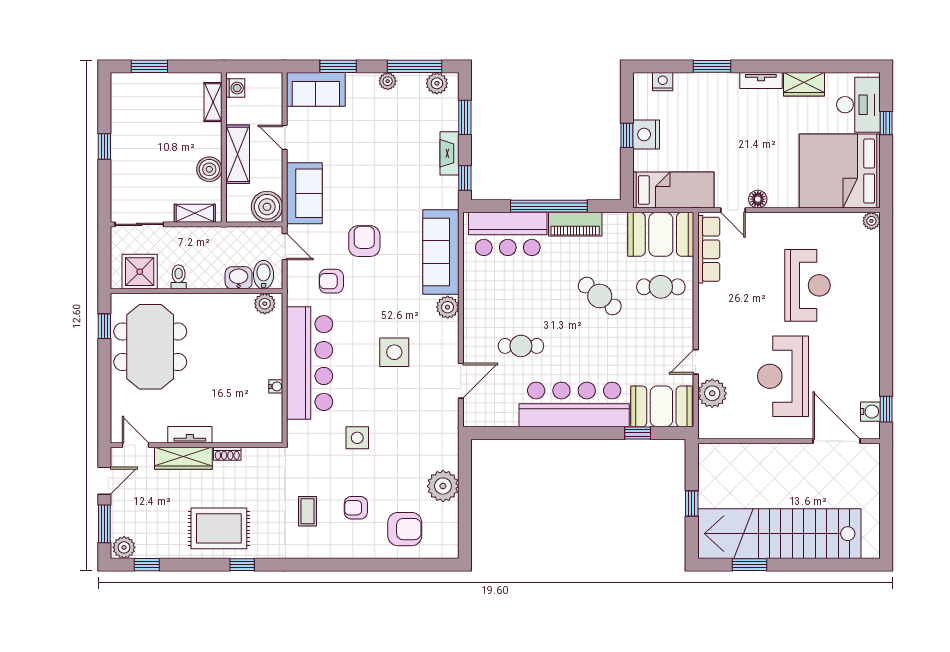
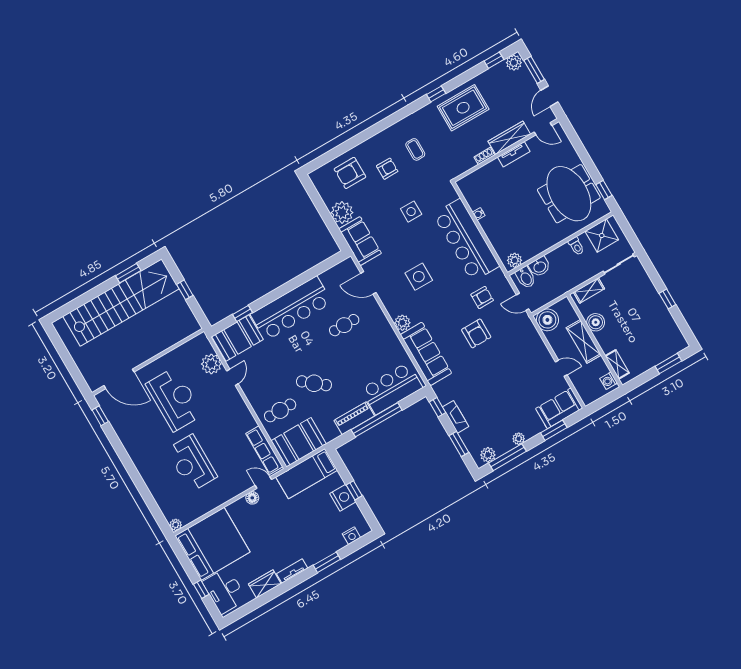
sofa: (304, 193) -> (360, 241), moved, turned 180
door: (461, 381) -> (368, 283), hinge flipped
water cooler: (870, 412) -> (109, 409), removed

